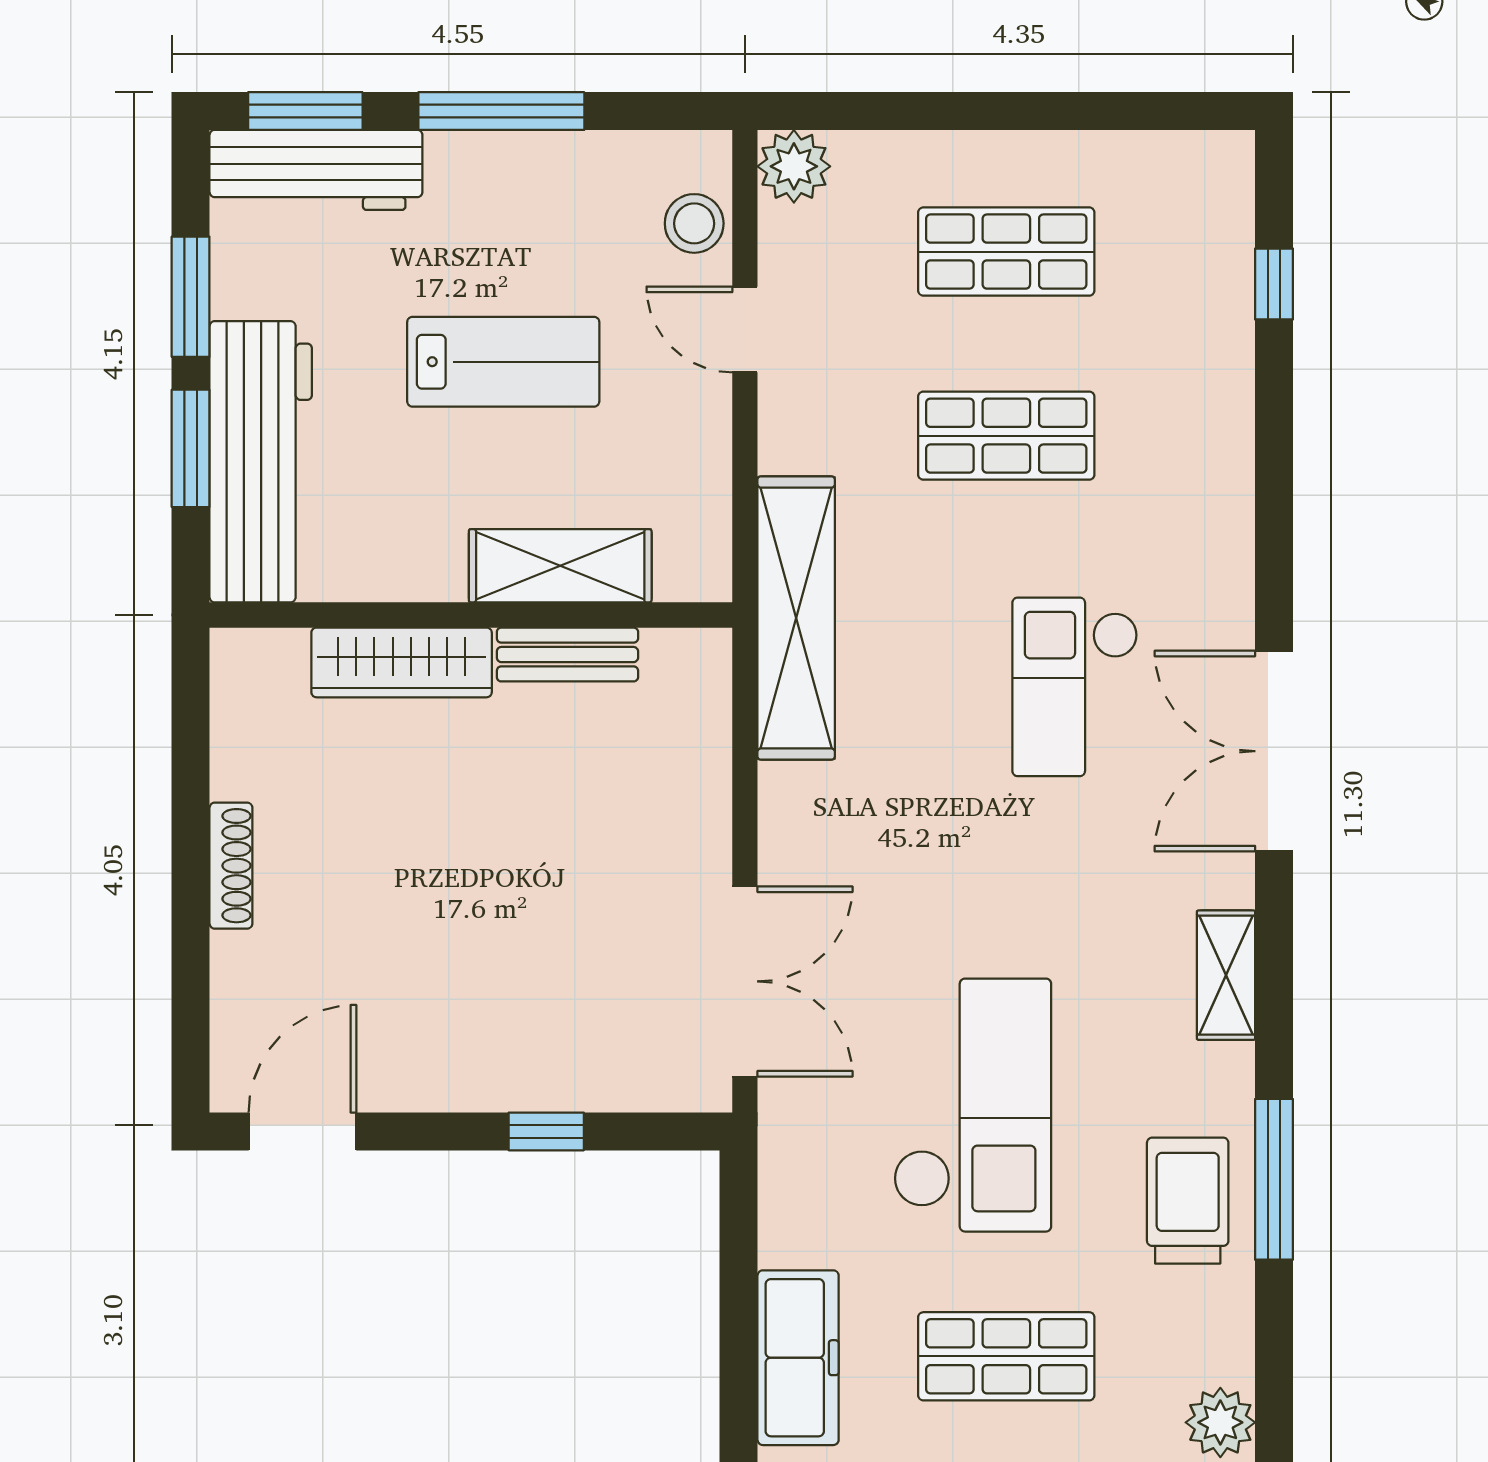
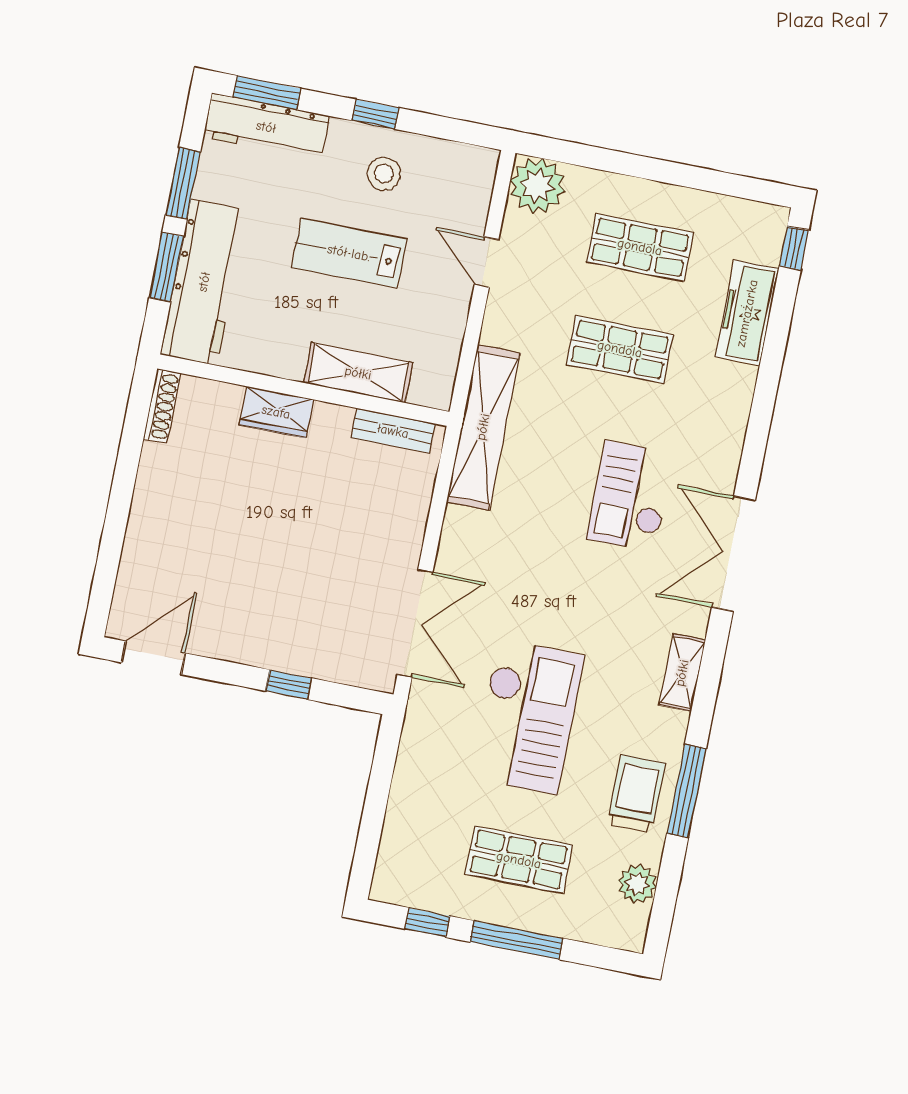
window: (501, 111) -> (376, 114), width x0.46
plant: (794, 166) -> (537, 186), width x1.36, depth x1.36
stool: (694, 223) -> (384, 174), moved
window: (1274, 284) -> (794, 248), moved
lab bench: (503, 362) -> (349, 253), turned 180
bench: (567, 655) -> (393, 431), moved
wardrobe: (402, 662) -> (276, 412), width x0.67
shoe rack: (231, 866) -> (162, 406), moved
freezer: (798, 1358) -> (747, 313), moved, turned 180
plant: (1220, 1422) -> (637, 884), moved

